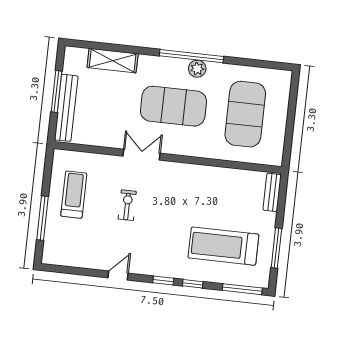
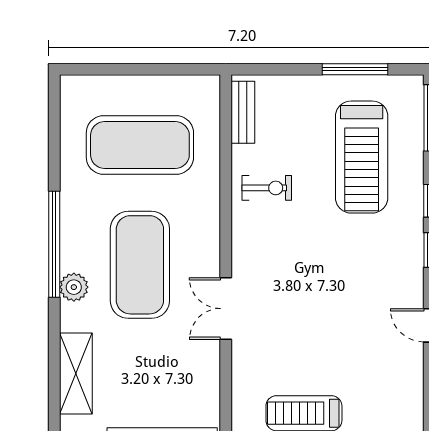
plant: (197, 69) -> (74, 287), moved
bench: (272, 192) -> (243, 112), moved, turned 90
exercise bike: (127, 205) -> (267, 188), moved, turned 180

